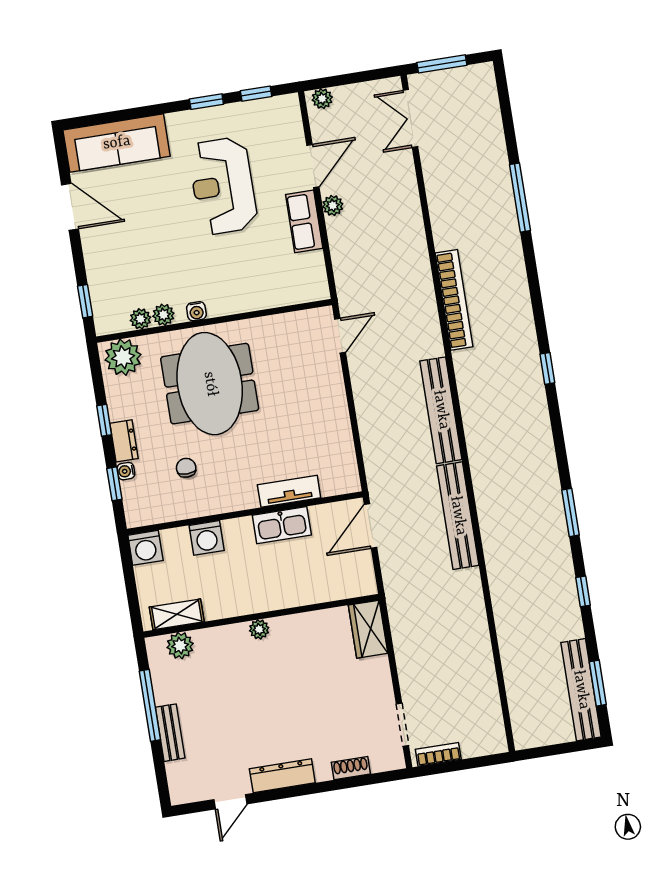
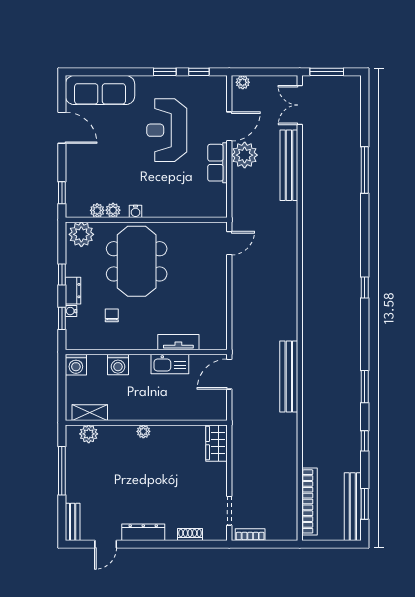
plant: (333, 205) -> (245, 155), width x1.88, depth x1.88
bookcase: (454, 300) -> (310, 501), moved
bench: (441, 410) -> (289, 165), moved
bench: (170, 733) -> (73, 522), moved

